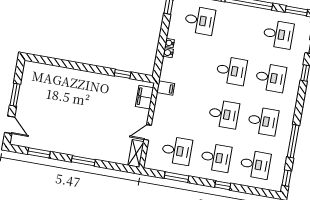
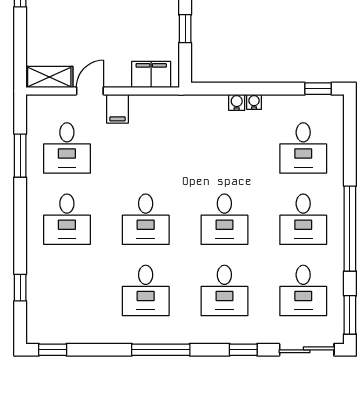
filing cabinet: (166, 88) -> (117, 109), moved
door: (148, 132) -> (90, 91), hinge flipped
window: (293, 141) -> (161, 350), moved
desk: (255, 165) -> (303, 219), moved
window: (223, 185) -> (20, 288), moved

